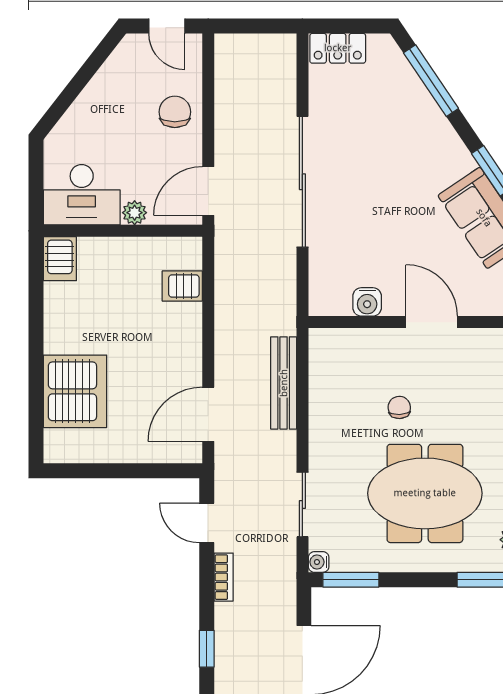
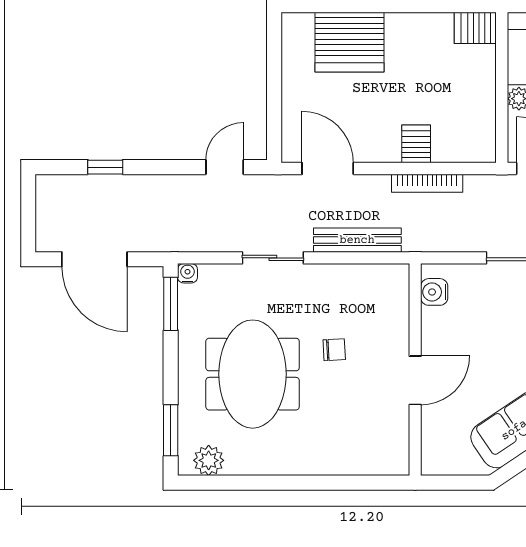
server rack: (182, 286) -> (416, 144), moved
water cooler: (367, 302) -> (434, 292), moved
sliding door: (302, 504) -> (273, 258), moved
bookcase: (224, 577) -> (427, 183), moved, width x1.56

